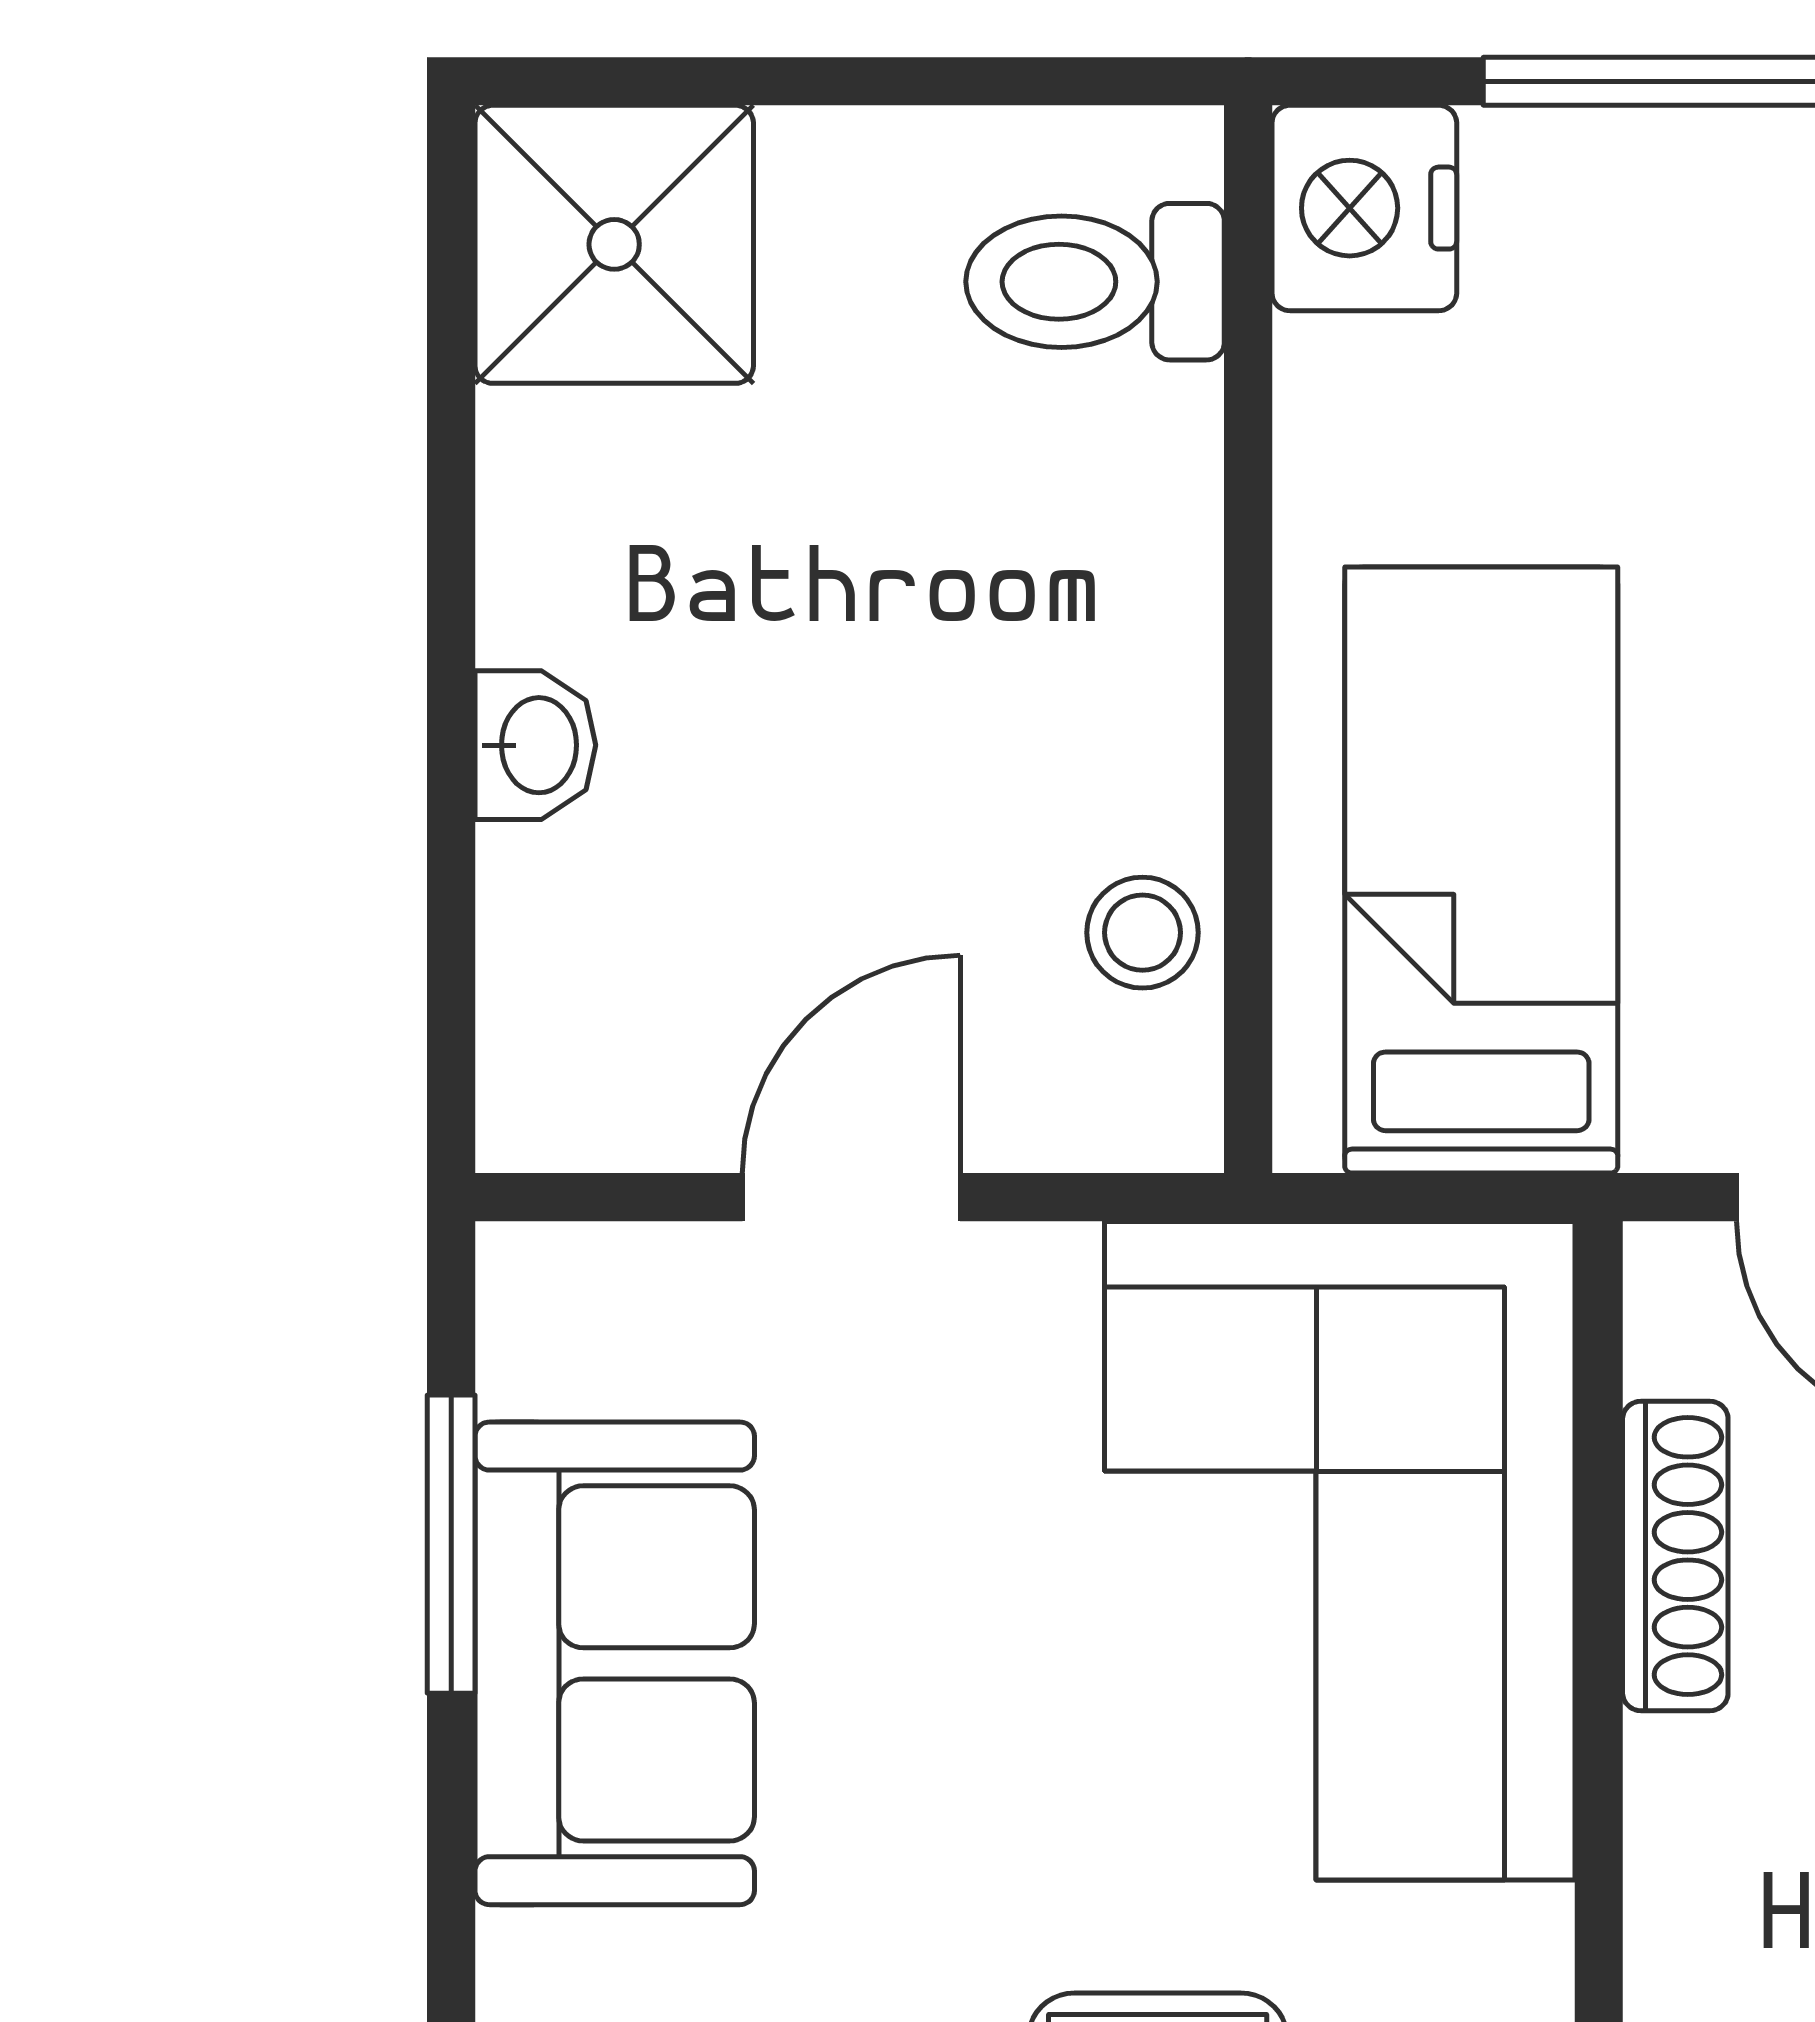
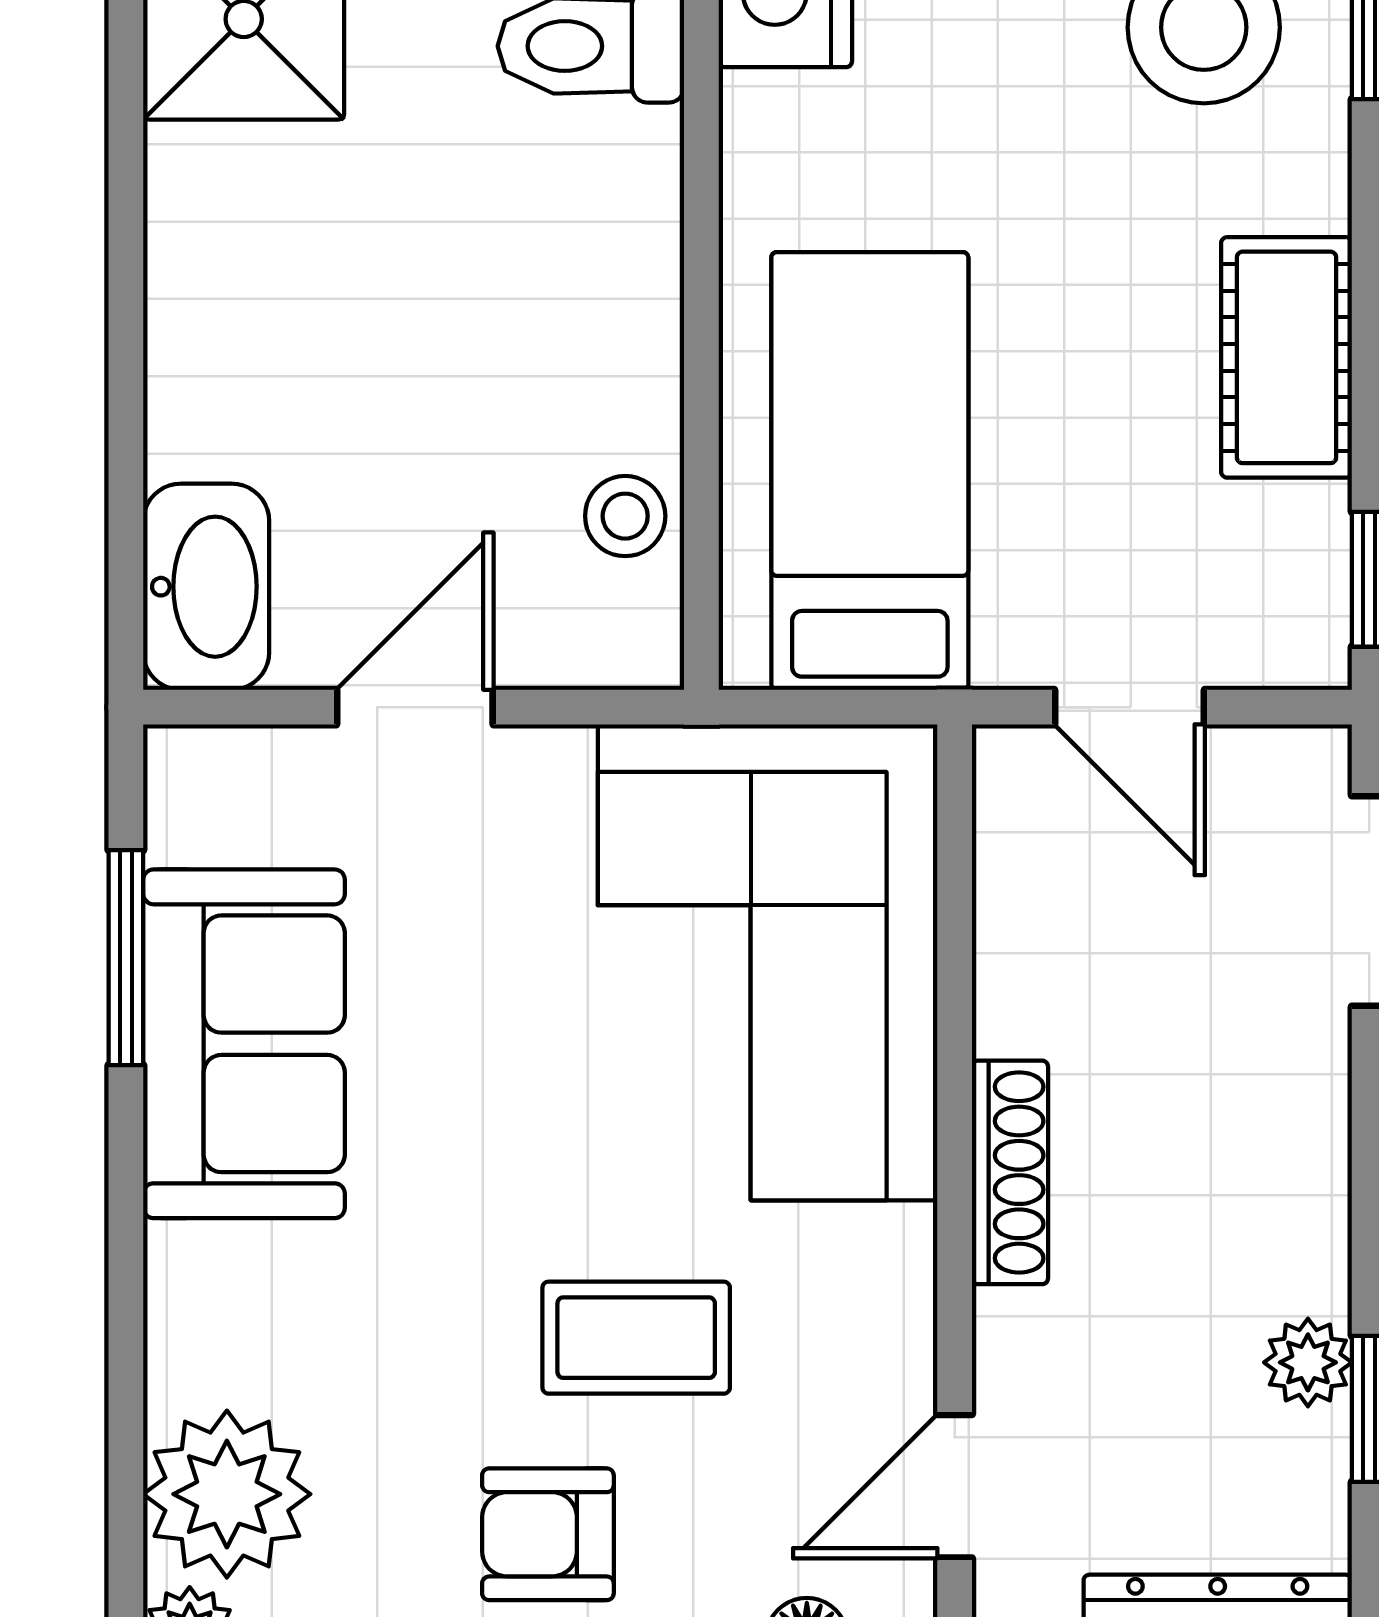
washbasin: (535, 745) -> (206, 587), moved, width x1.91, depth x1.45
shoe rack: (1675, 1556) -> (1010, 1172), moved

